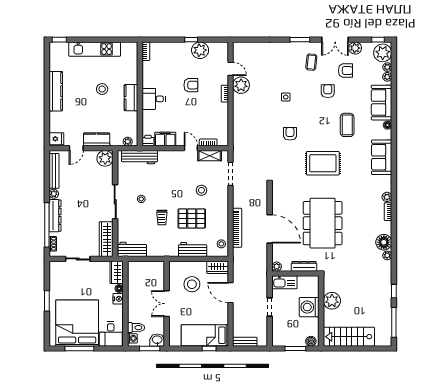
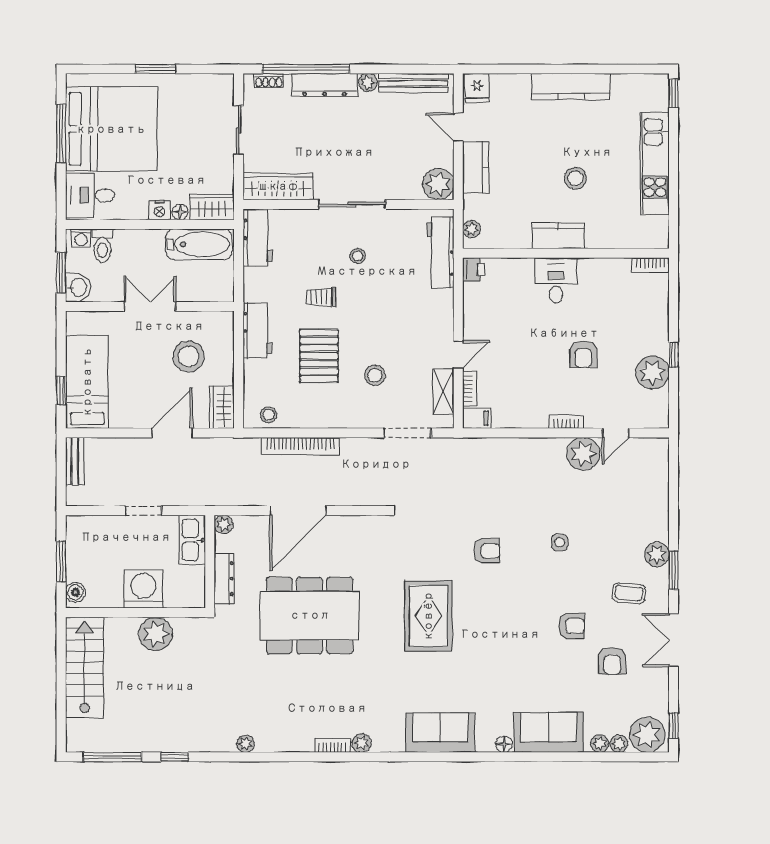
plant: (355, 48) -> (657, 554), moved
coffee table: (347, 125) -> (504, 664), removed
filing cabinet: (165, 139) -> (476, 418), moved, width x0.50
floor lamp: (384, 242) -> (272, 737), removed
workbench: (193, 250) -> (257, 331), moved
bathtub: (135, 279) -> (199, 244), added

